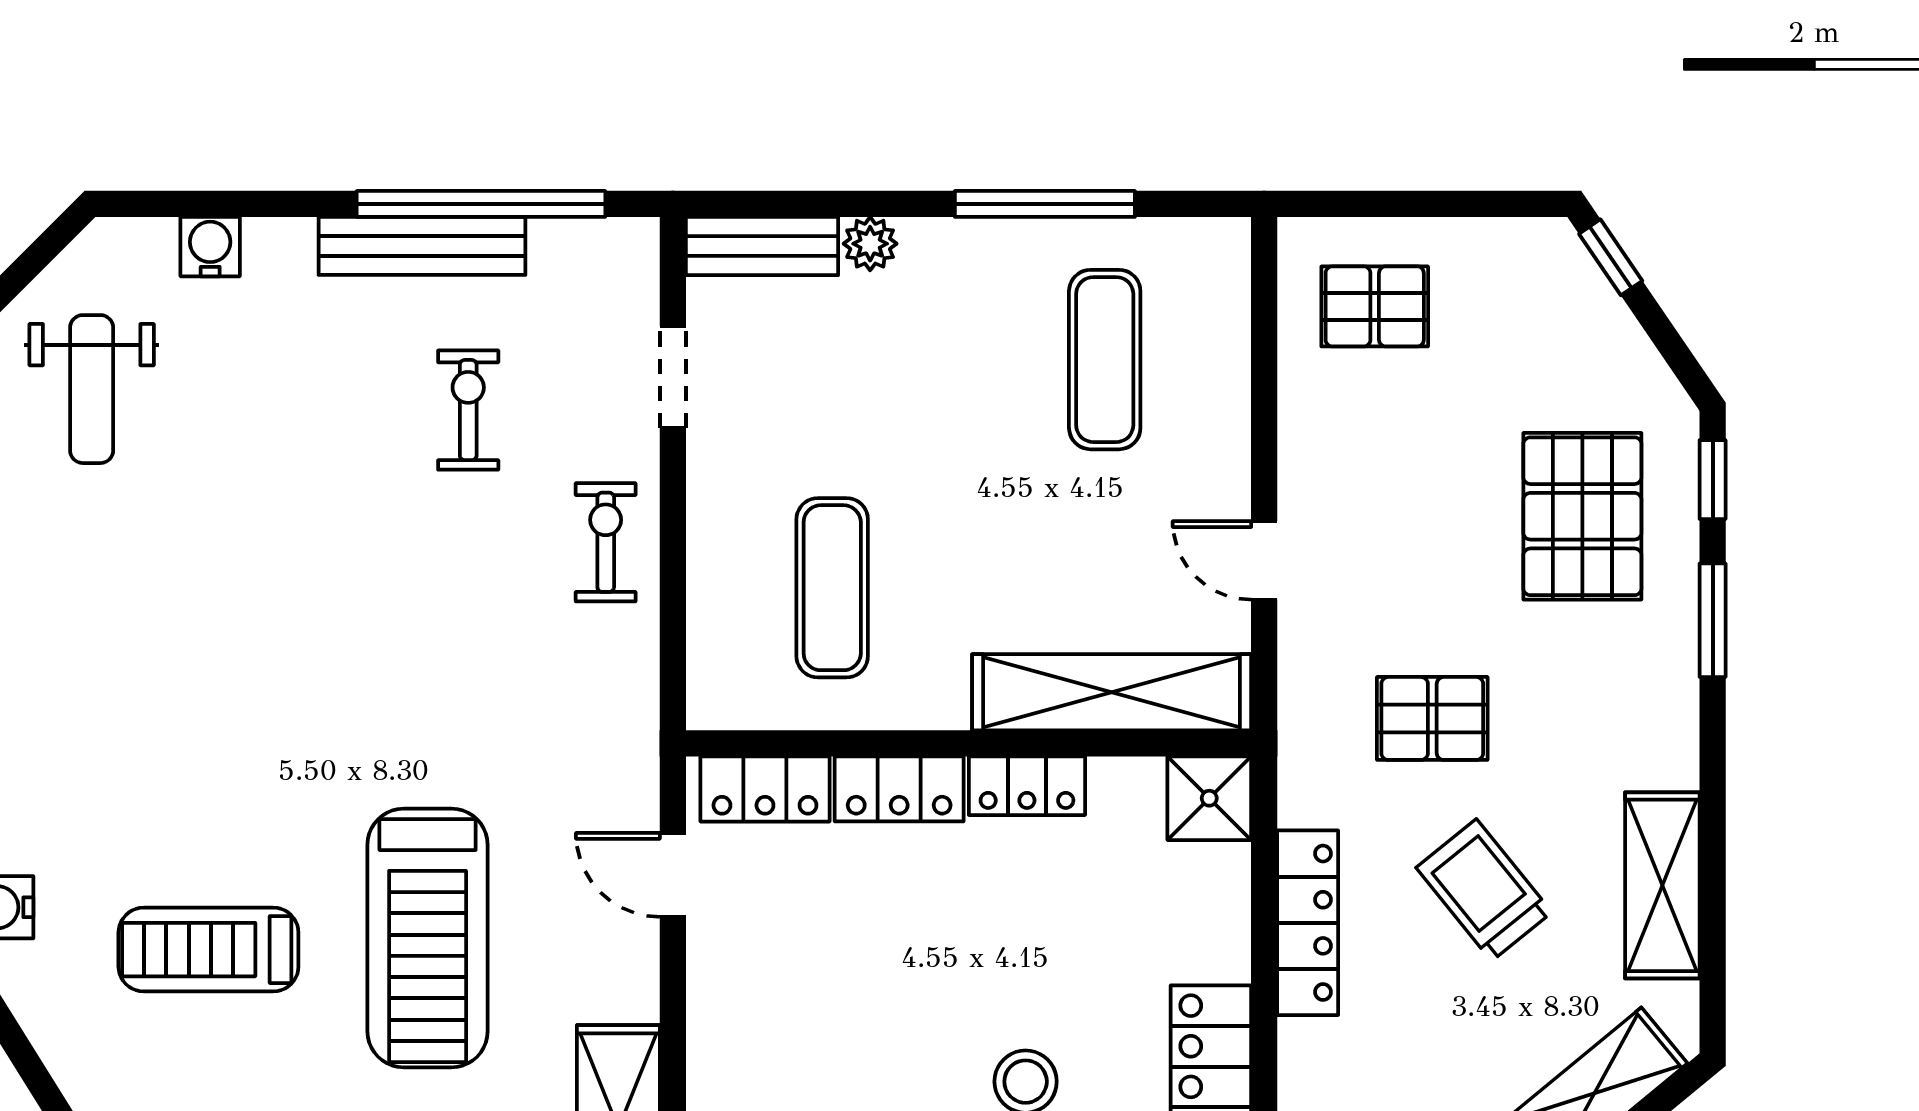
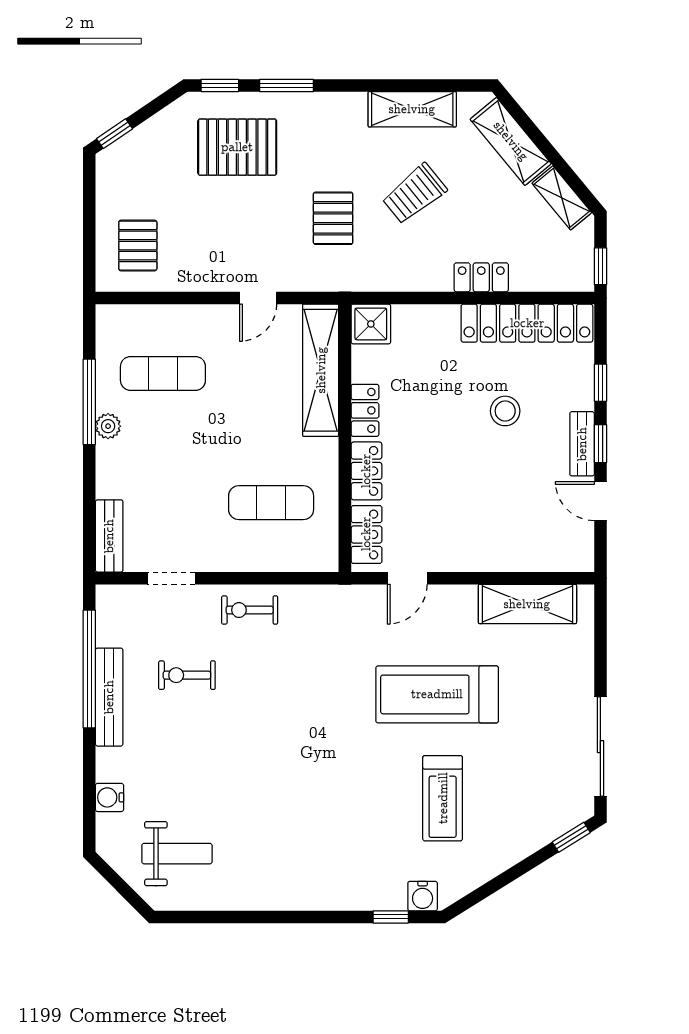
plant: (870, 244) -> (108, 426), moved
locker: (1308, 923) -> (481, 277), moved, width x0.66
treadmill: (428, 938) -> (437, 694), turned 180

